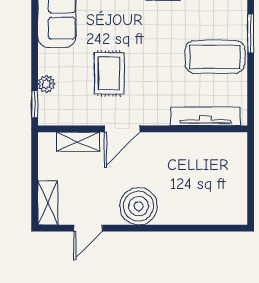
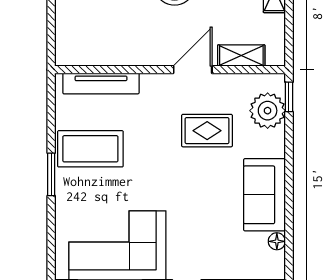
rug: (109, 73) -> (207, 131), turned 90
plant: (46, 84) -> (268, 111), width x1.87, depth x1.87

